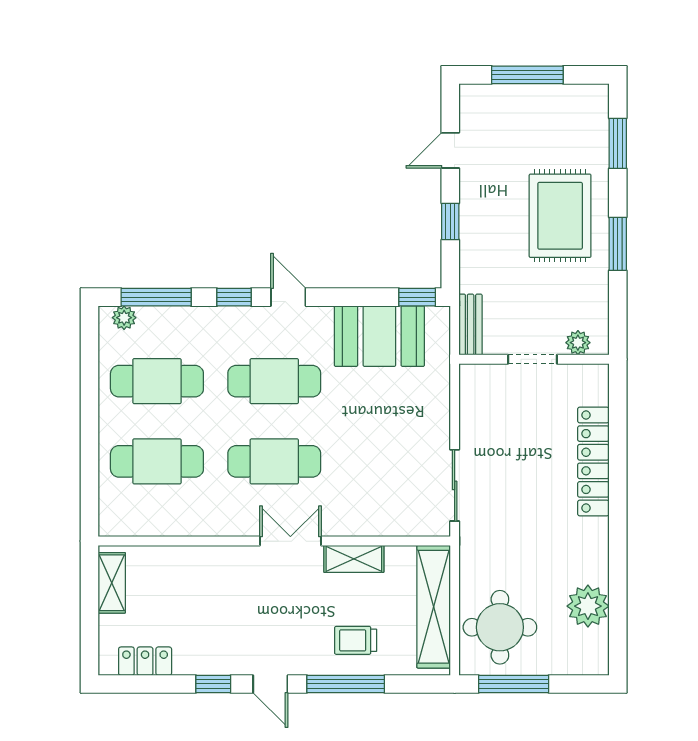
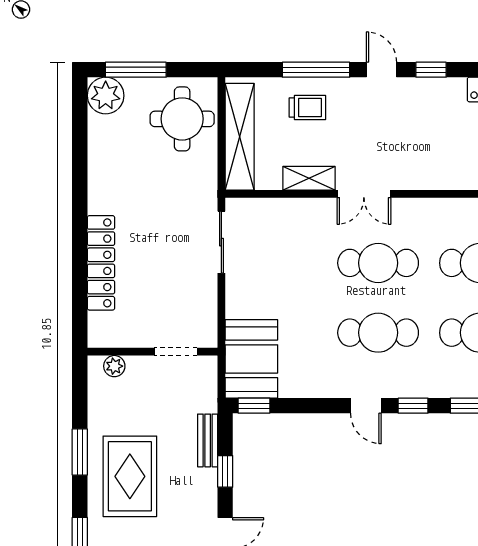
bench: (471, 325) -> (208, 440), moved
booth: (379, 336) -> (251, 359), moved, turned 90
doorway: (532, 359) -> (176, 352), moved
plant: (588, 606) -> (106, 96), moved
window: (514, 684) -> (136, 70), moved

